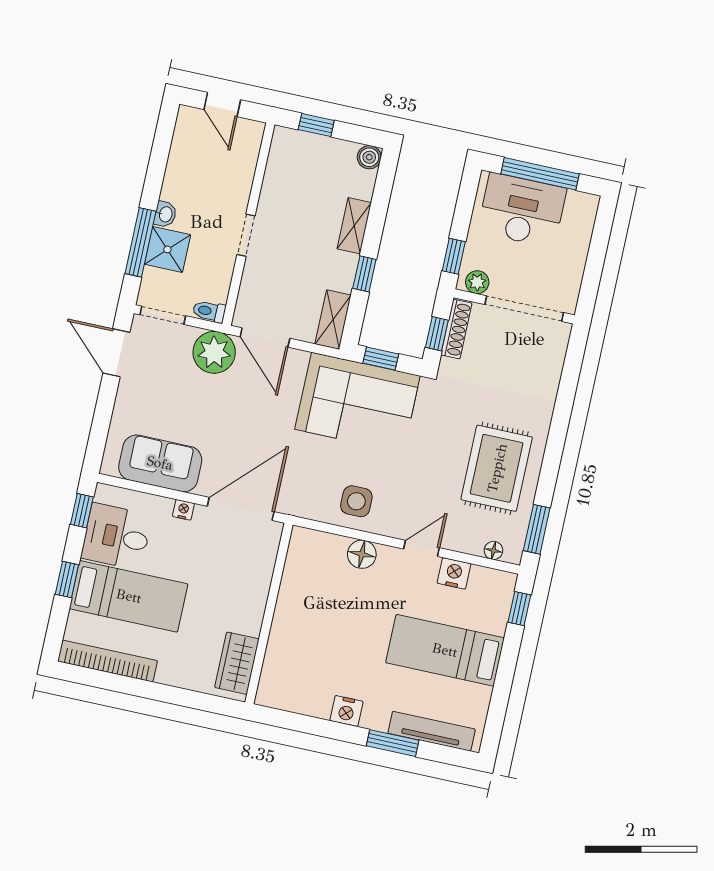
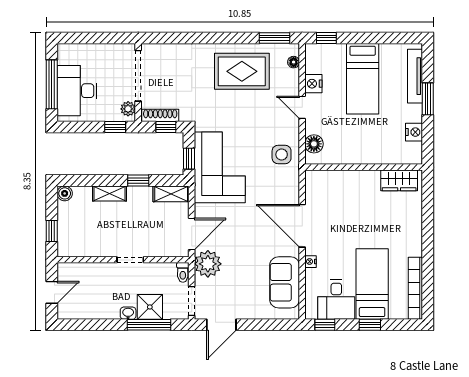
wall: (269, 613) -> (364, 167), moved
wardrobe: (237, 663) -> (399, 180), moved

